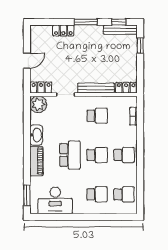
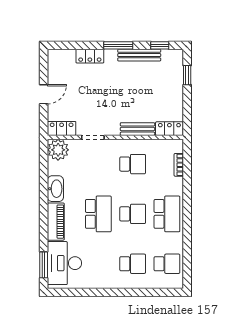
bench: (120, 30) -> (139, 55), moved
bench: (96, 88) -> (137, 129), width x0.73
school desk: (124, 155) -> (167, 214), width x1.85
desk: (55, 201) -> (64, 263), moved, turned 90

